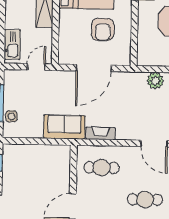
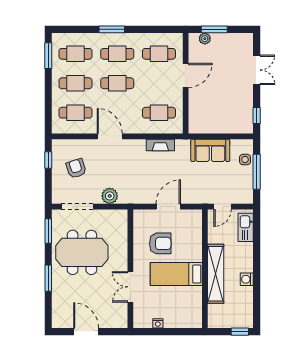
armchair: (103, 29) -> (160, 243), turned 90
door: (94, 68) -> (168, 207), width x0.73
sofa: (64, 127) -> (210, 150), moved

